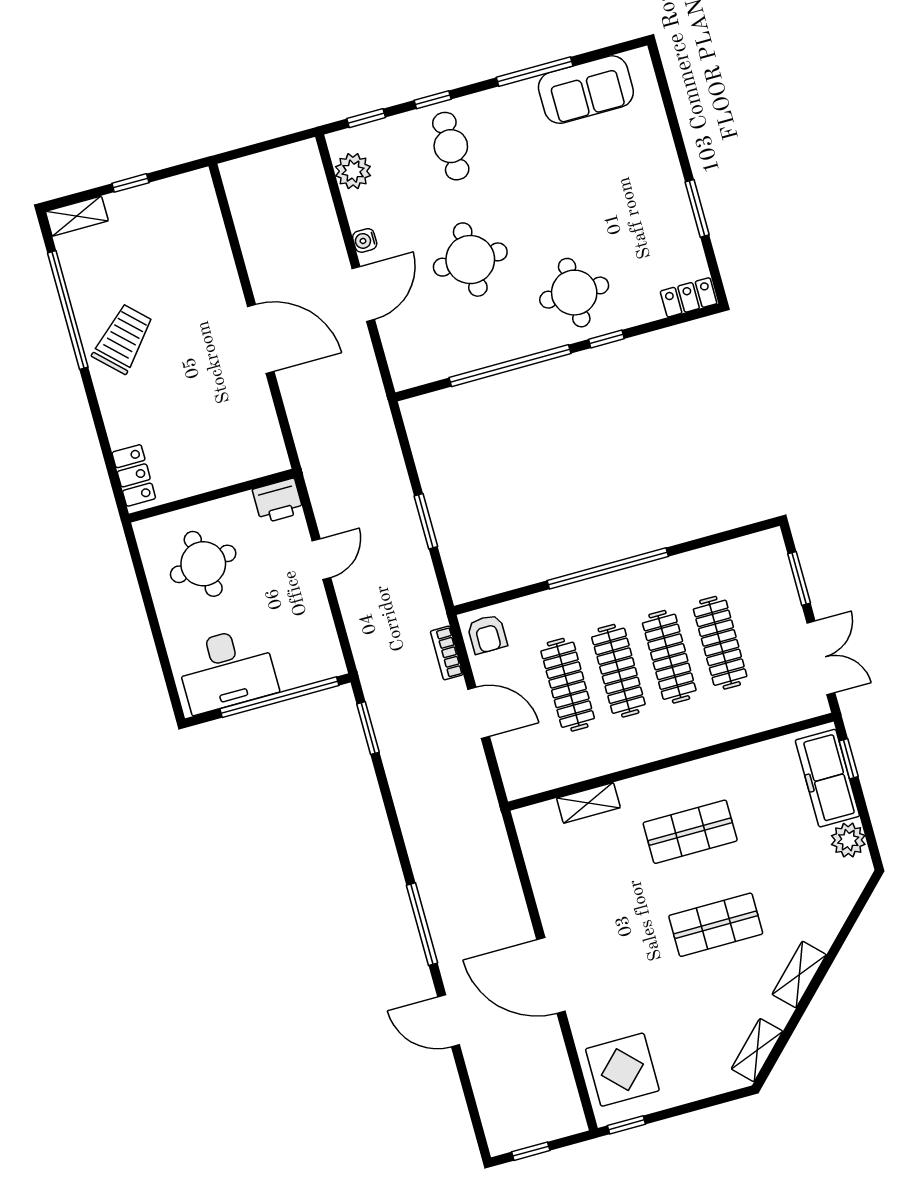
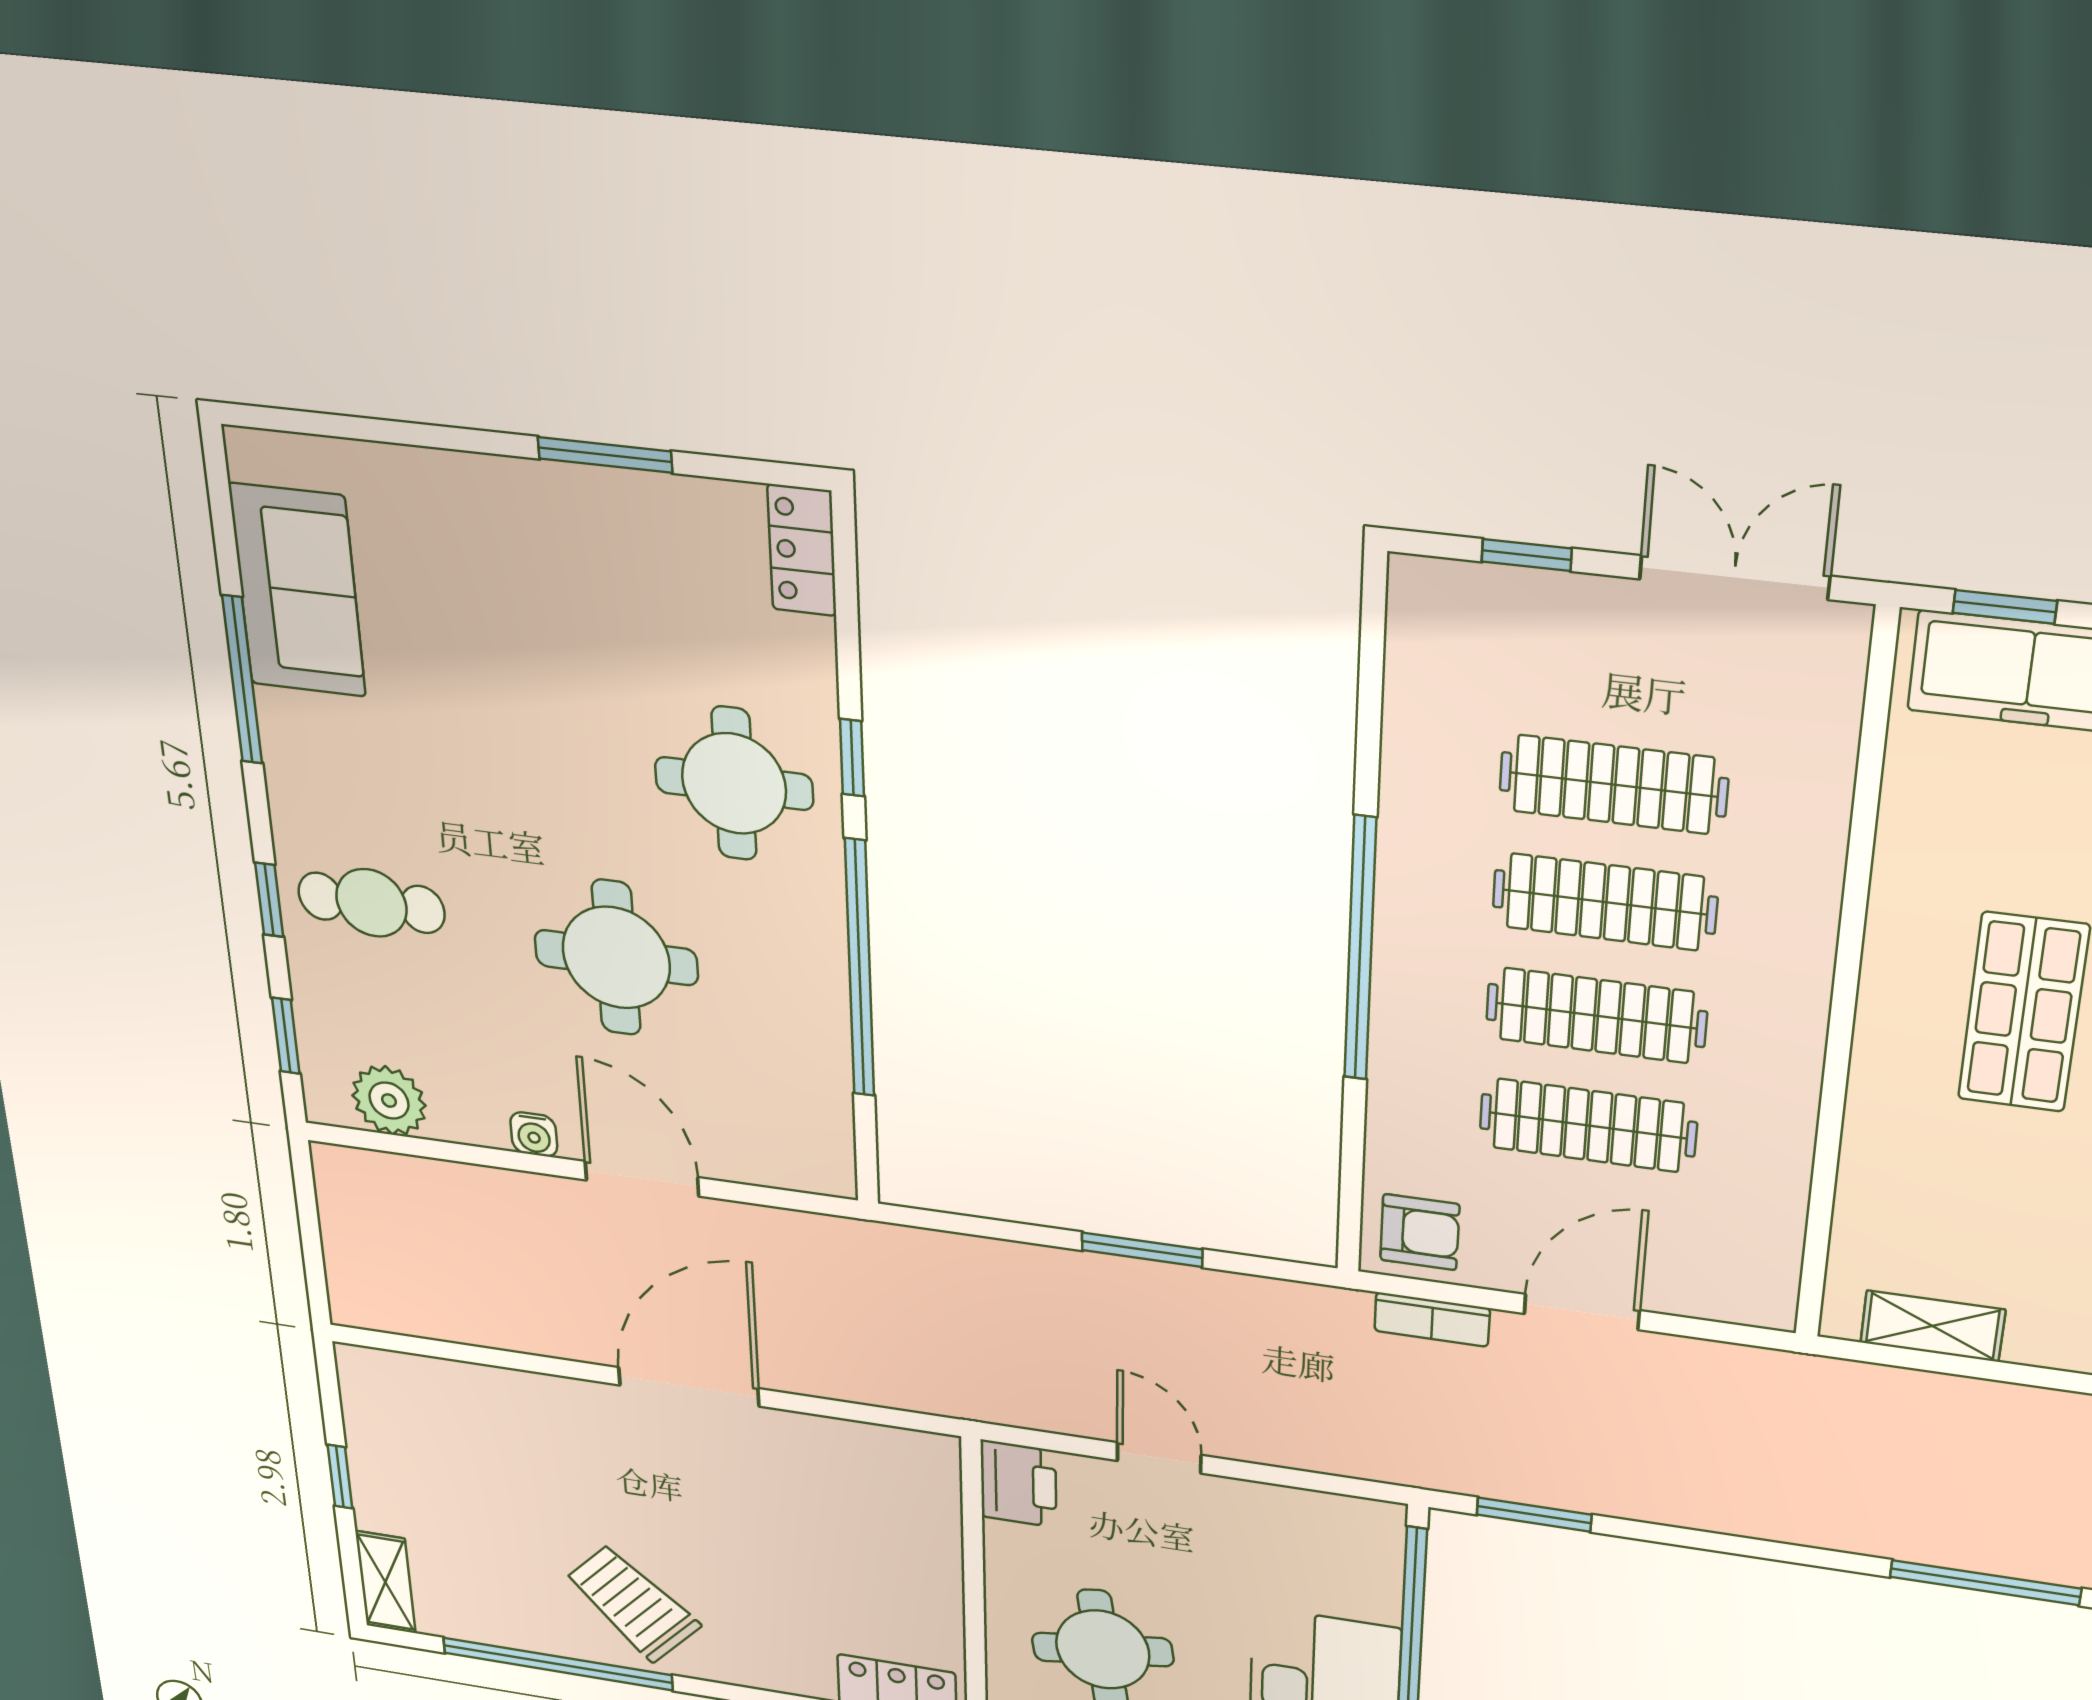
window: (799, 578) -> (1527, 555), width x0.67
shelving: (588, 803) -> (1933, 1326), moved, turned 90

